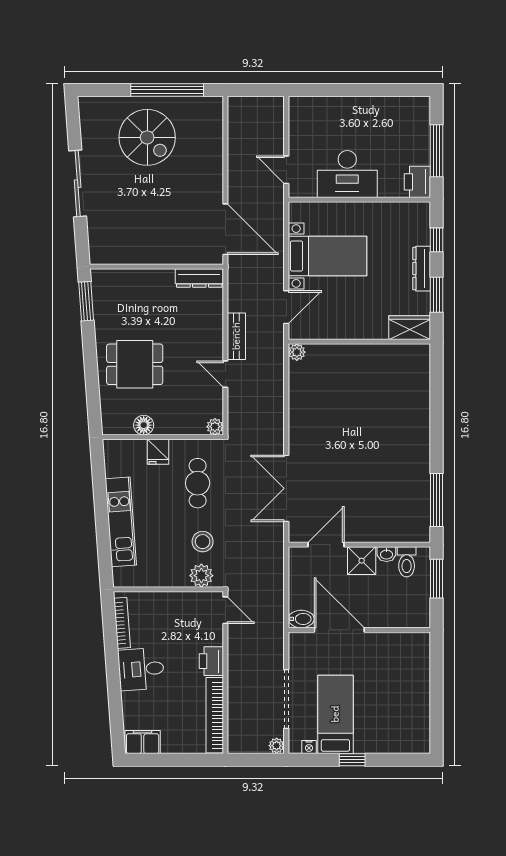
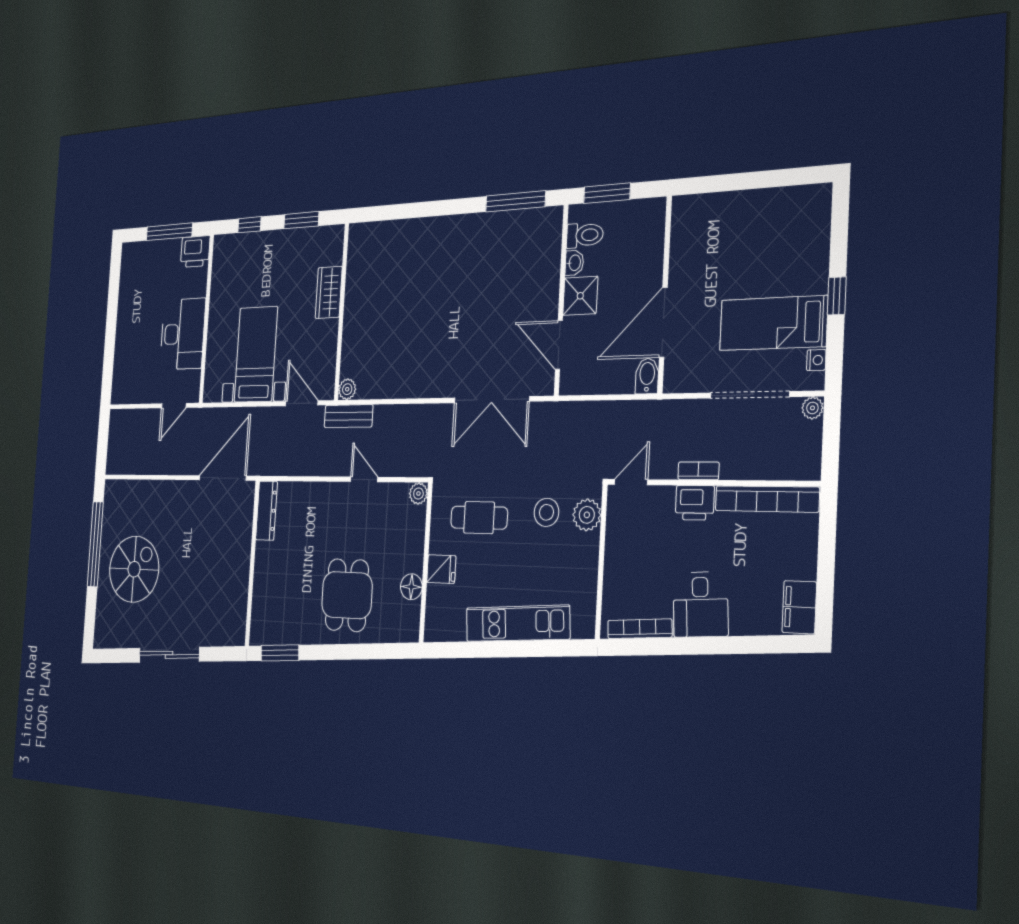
dresser: (422, 269) -> (275, 240), removed
wardrobe: (410, 328) -> (329, 292), moved
bench: (236, 336) -> (349, 416), moved
door: (225, 374) -> (364, 479), swing flipped
bookcase: (234, 663) -> (698, 471), added

